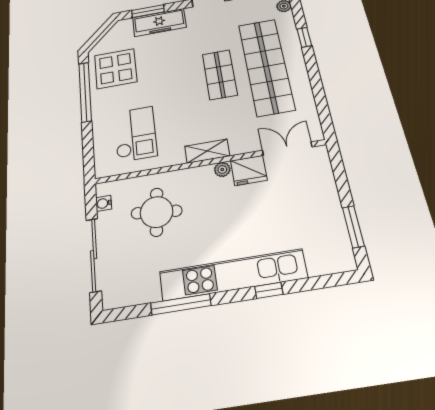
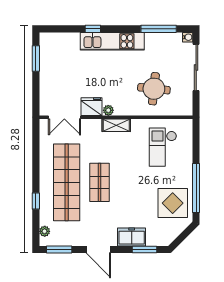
freezer: (159, 22) -> (132, 237), width x0.71
water cooler: (104, 203) -> (188, 37), moved
kitchen unit: (233, 275) -> (112, 41), width x0.73
window: (181, 304) -> (159, 29), moved

